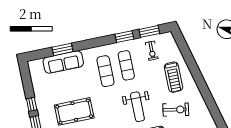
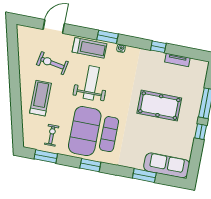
window: (124, 37) -> (90, 165), moved
sofa: (63, 62) -> (167, 165), moved
exercise mat: (126, 65) -> (85, 131), width x2.00, depth x1.45

